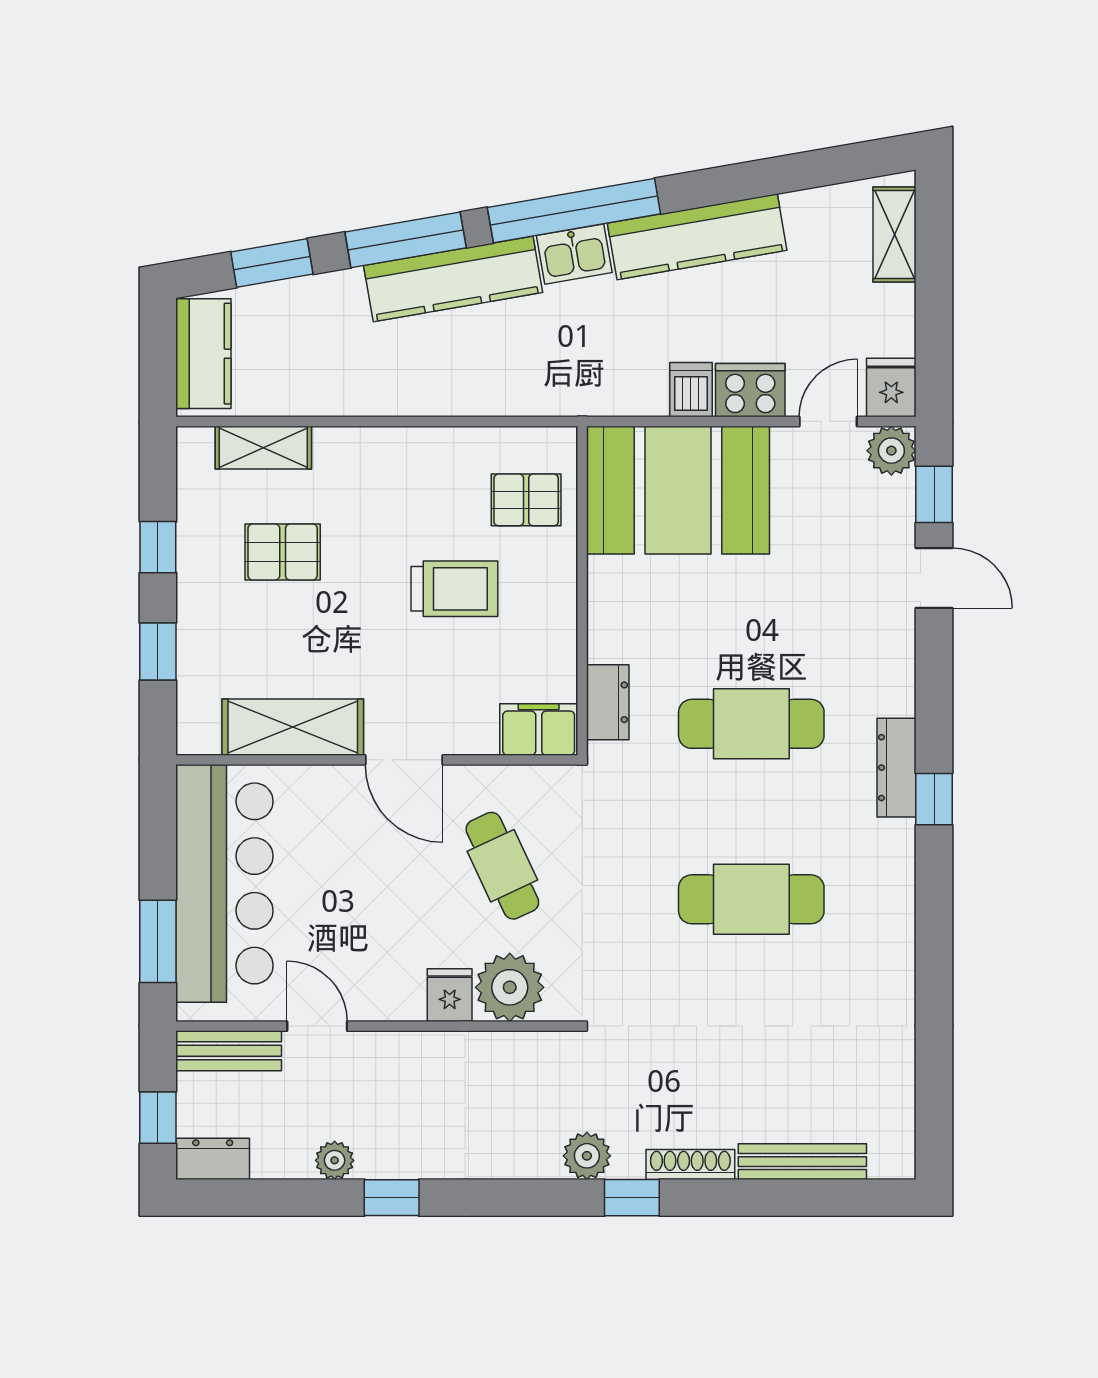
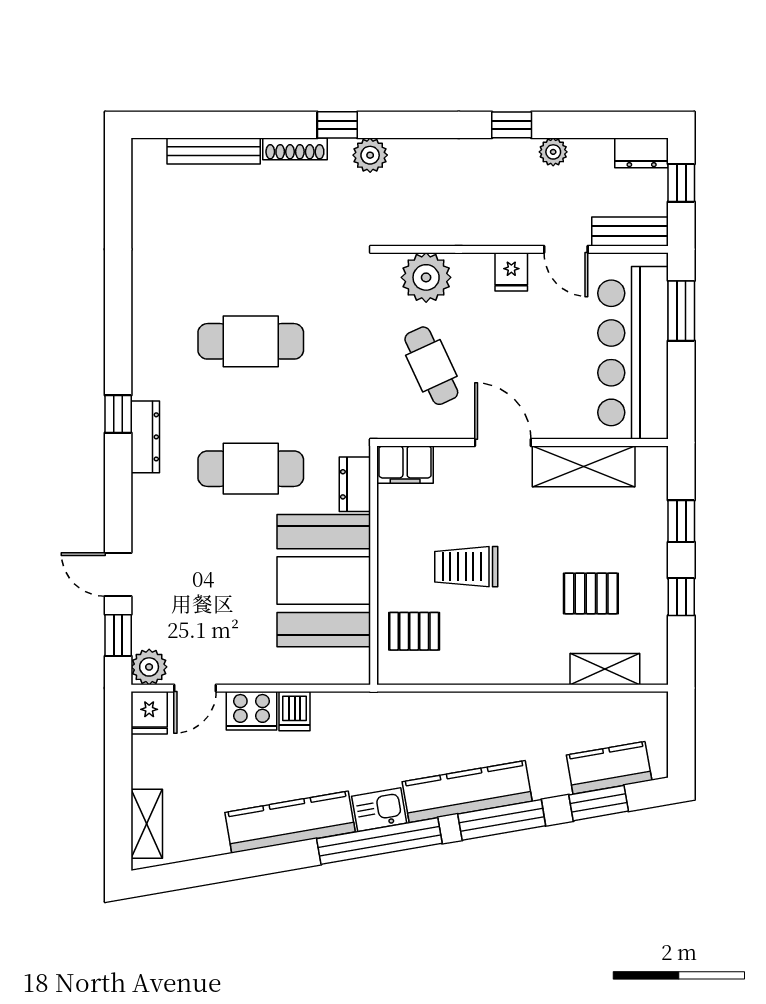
kitchen counter: (203, 354) -> (609, 768), moved, turned 80
booth: (678, 490) -> (324, 581), moved, turned 90
fridge: (450, 995) -> (511, 272), moved

